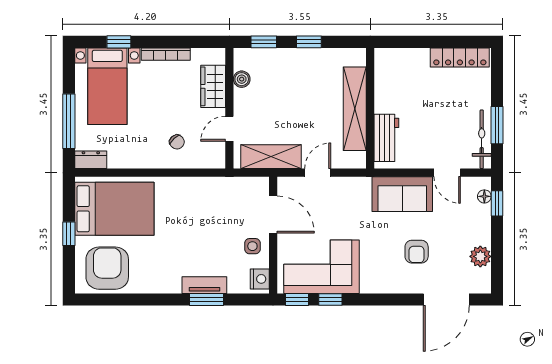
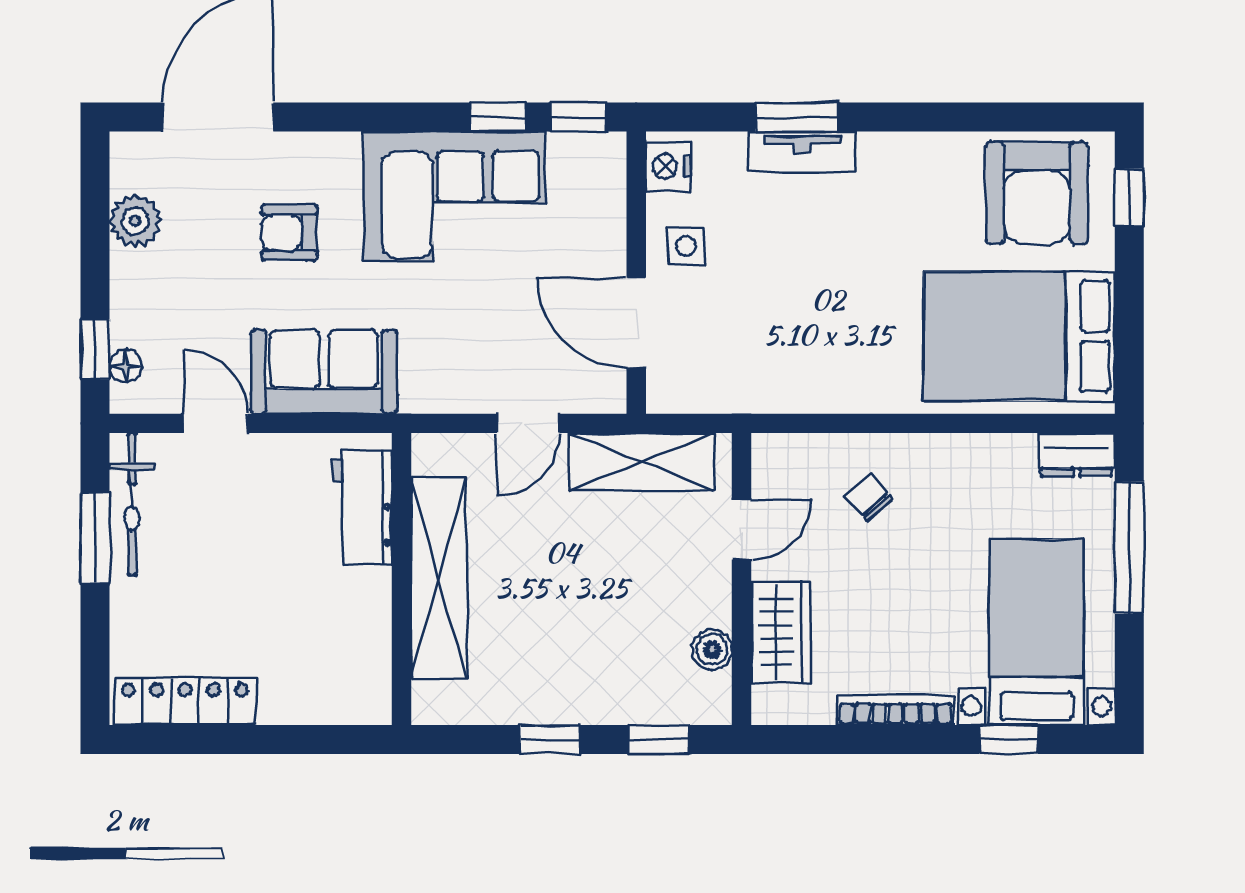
window: (69, 234) -> (1129, 197), moved
armchair: (417, 252) -> (289, 233), turned -90
corner sofa: (321, 267) -> (454, 196), moved

